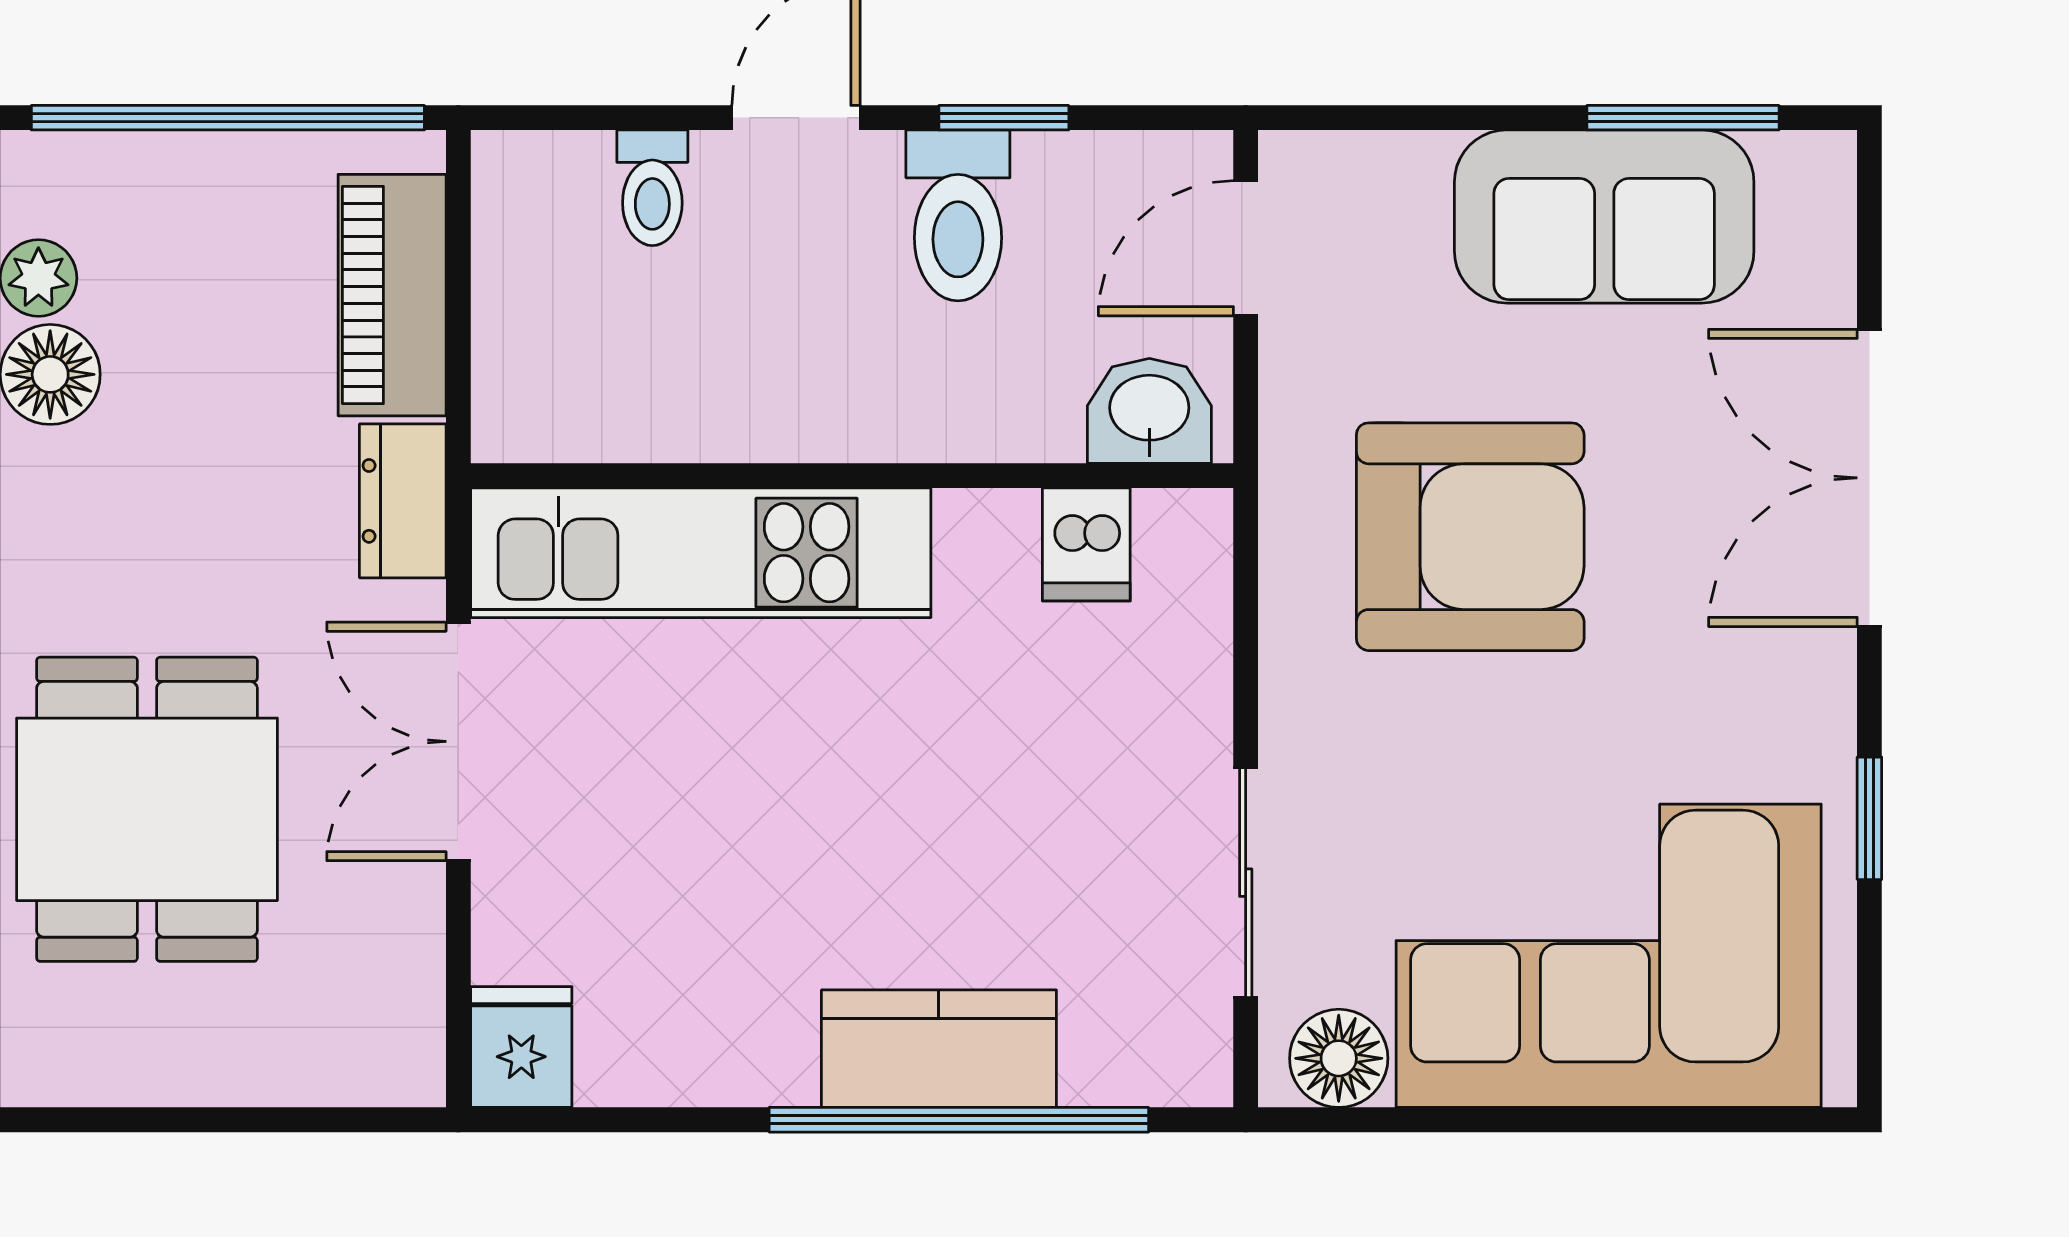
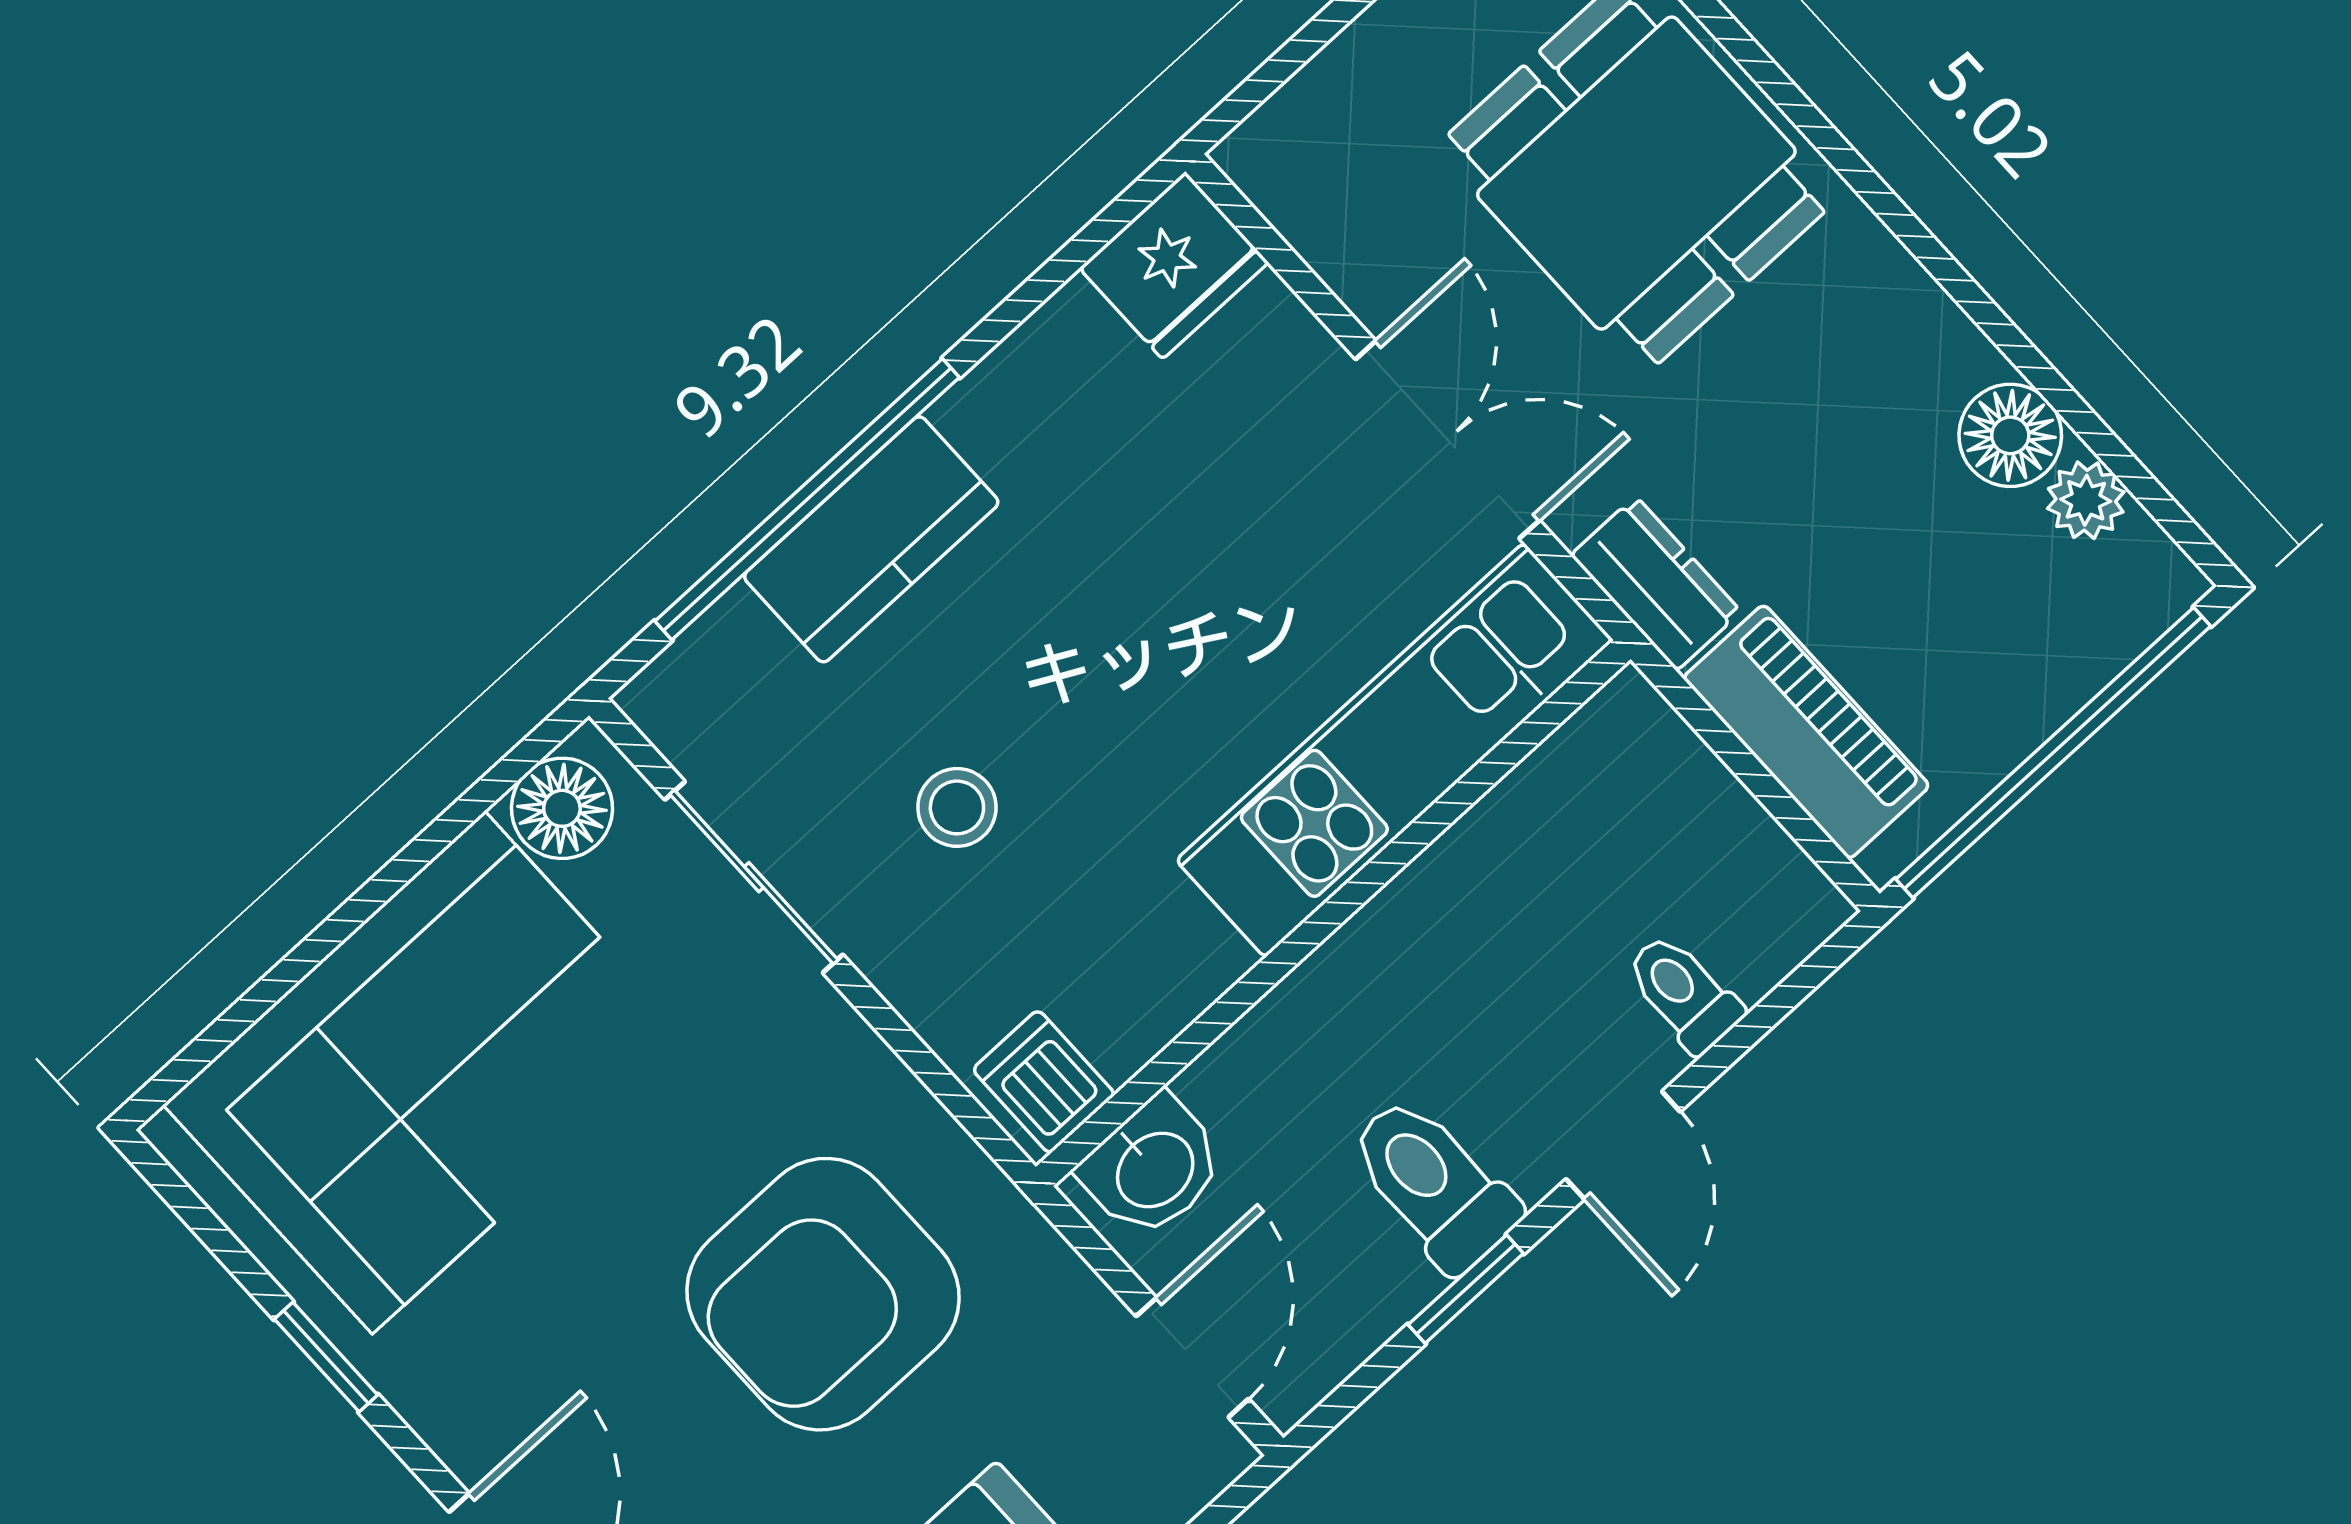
dishwasher: (1086, 544) -> (1044, 1082), moved
stool: (1054, 799) -> (957, 807), added
fridge: (521, 1047) -> (1174, 265), width x1.38

